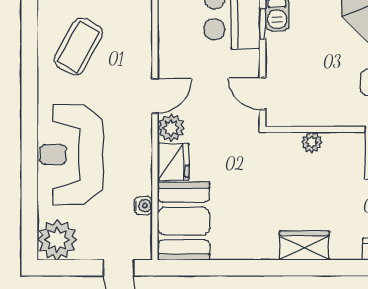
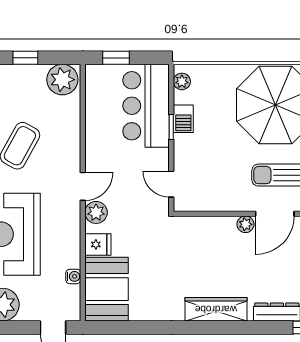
plant: (312, 142) -> (245, 224), moved
fridge: (173, 162) -> (98, 244), width x0.72
wardrobe: (304, 246) -> (216, 309), width x1.50

